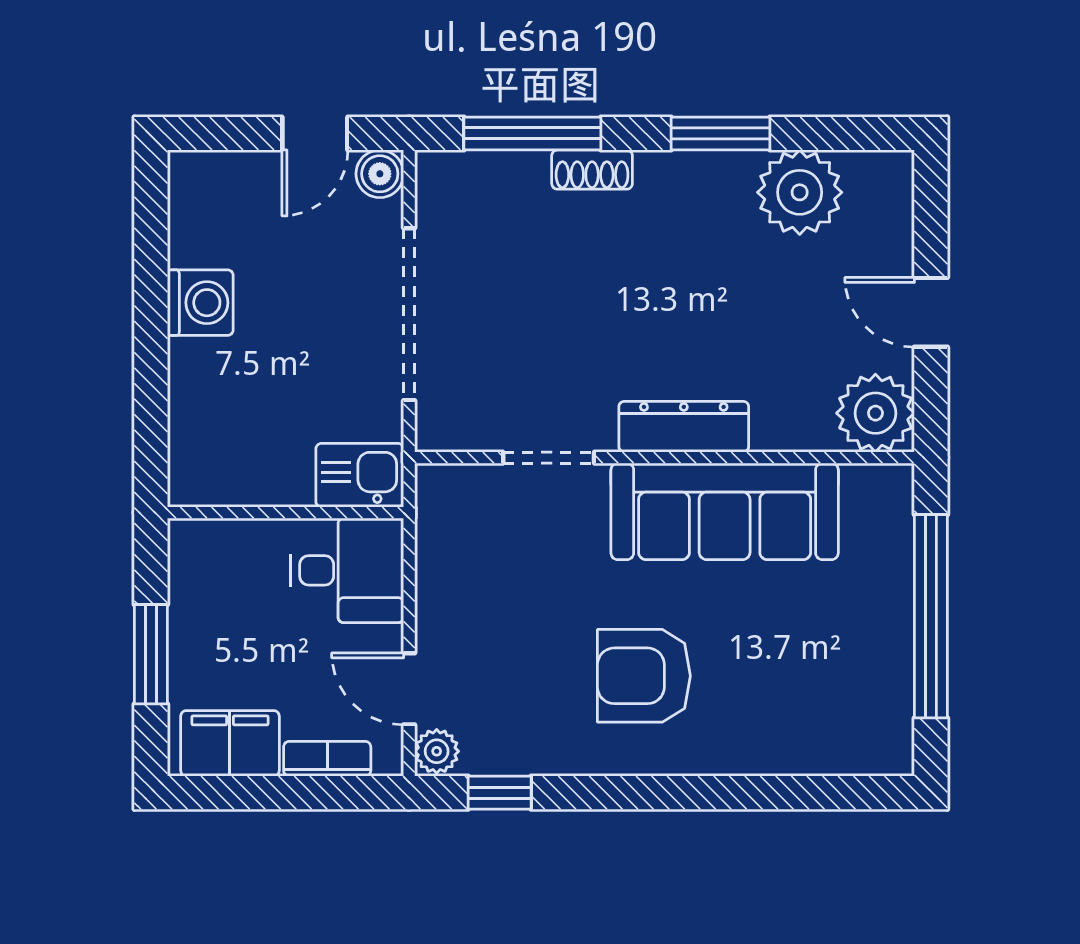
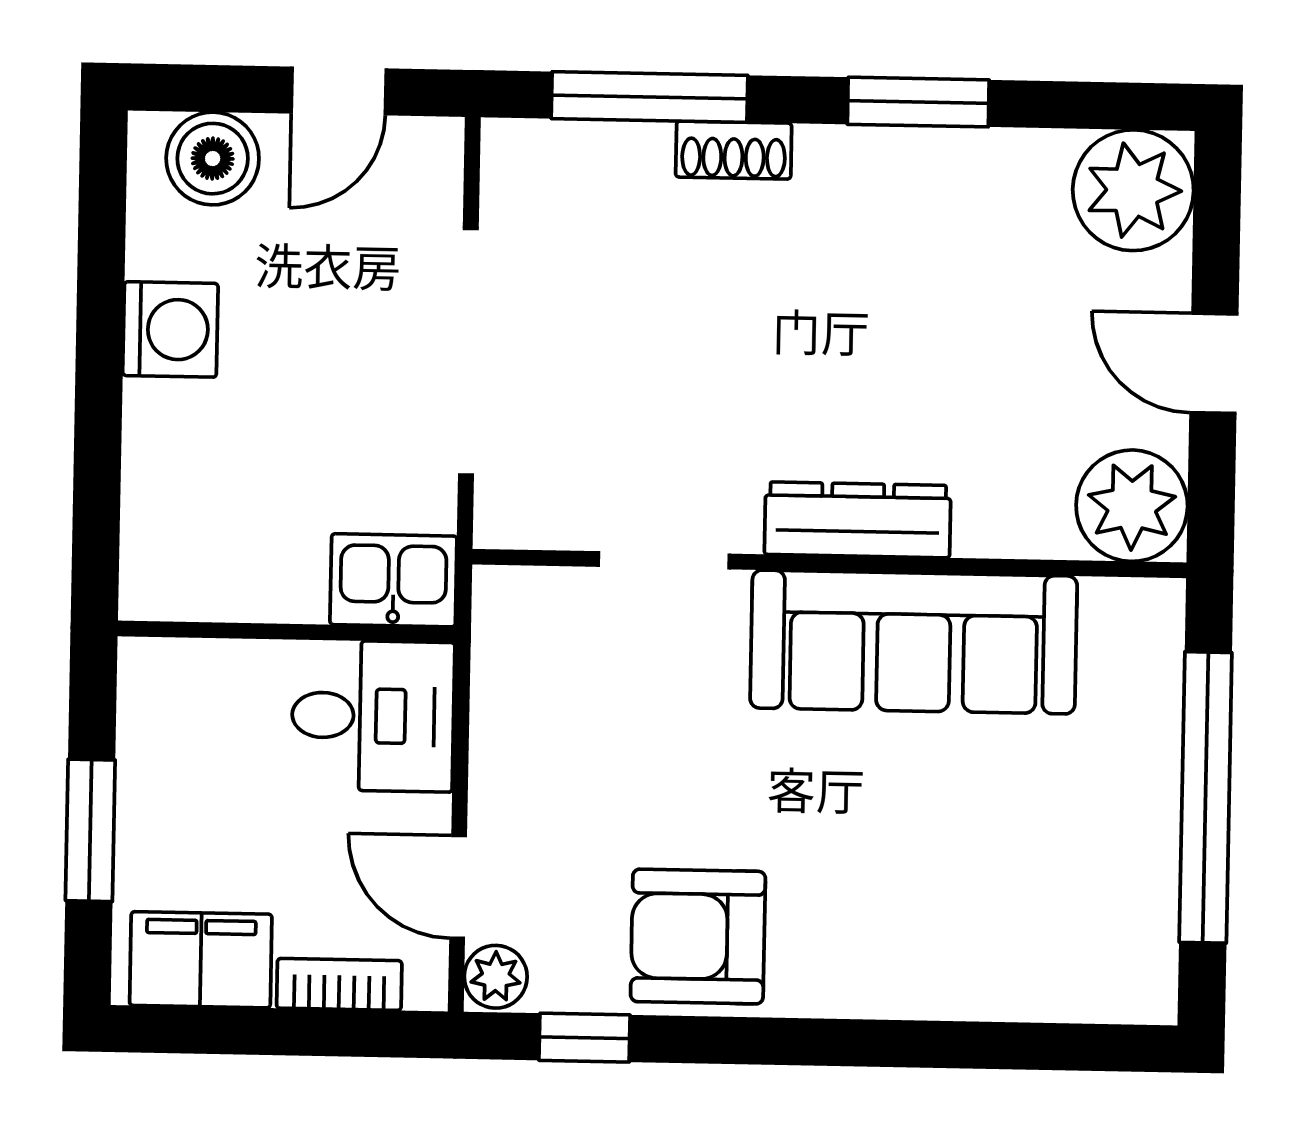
boiler: (380, 174) -> (213, 159), moved, width x1.36, depth x1.36
plant: (800, 192) -> (1133, 190), moved
armchair: (644, 676) -> (698, 937), moved

